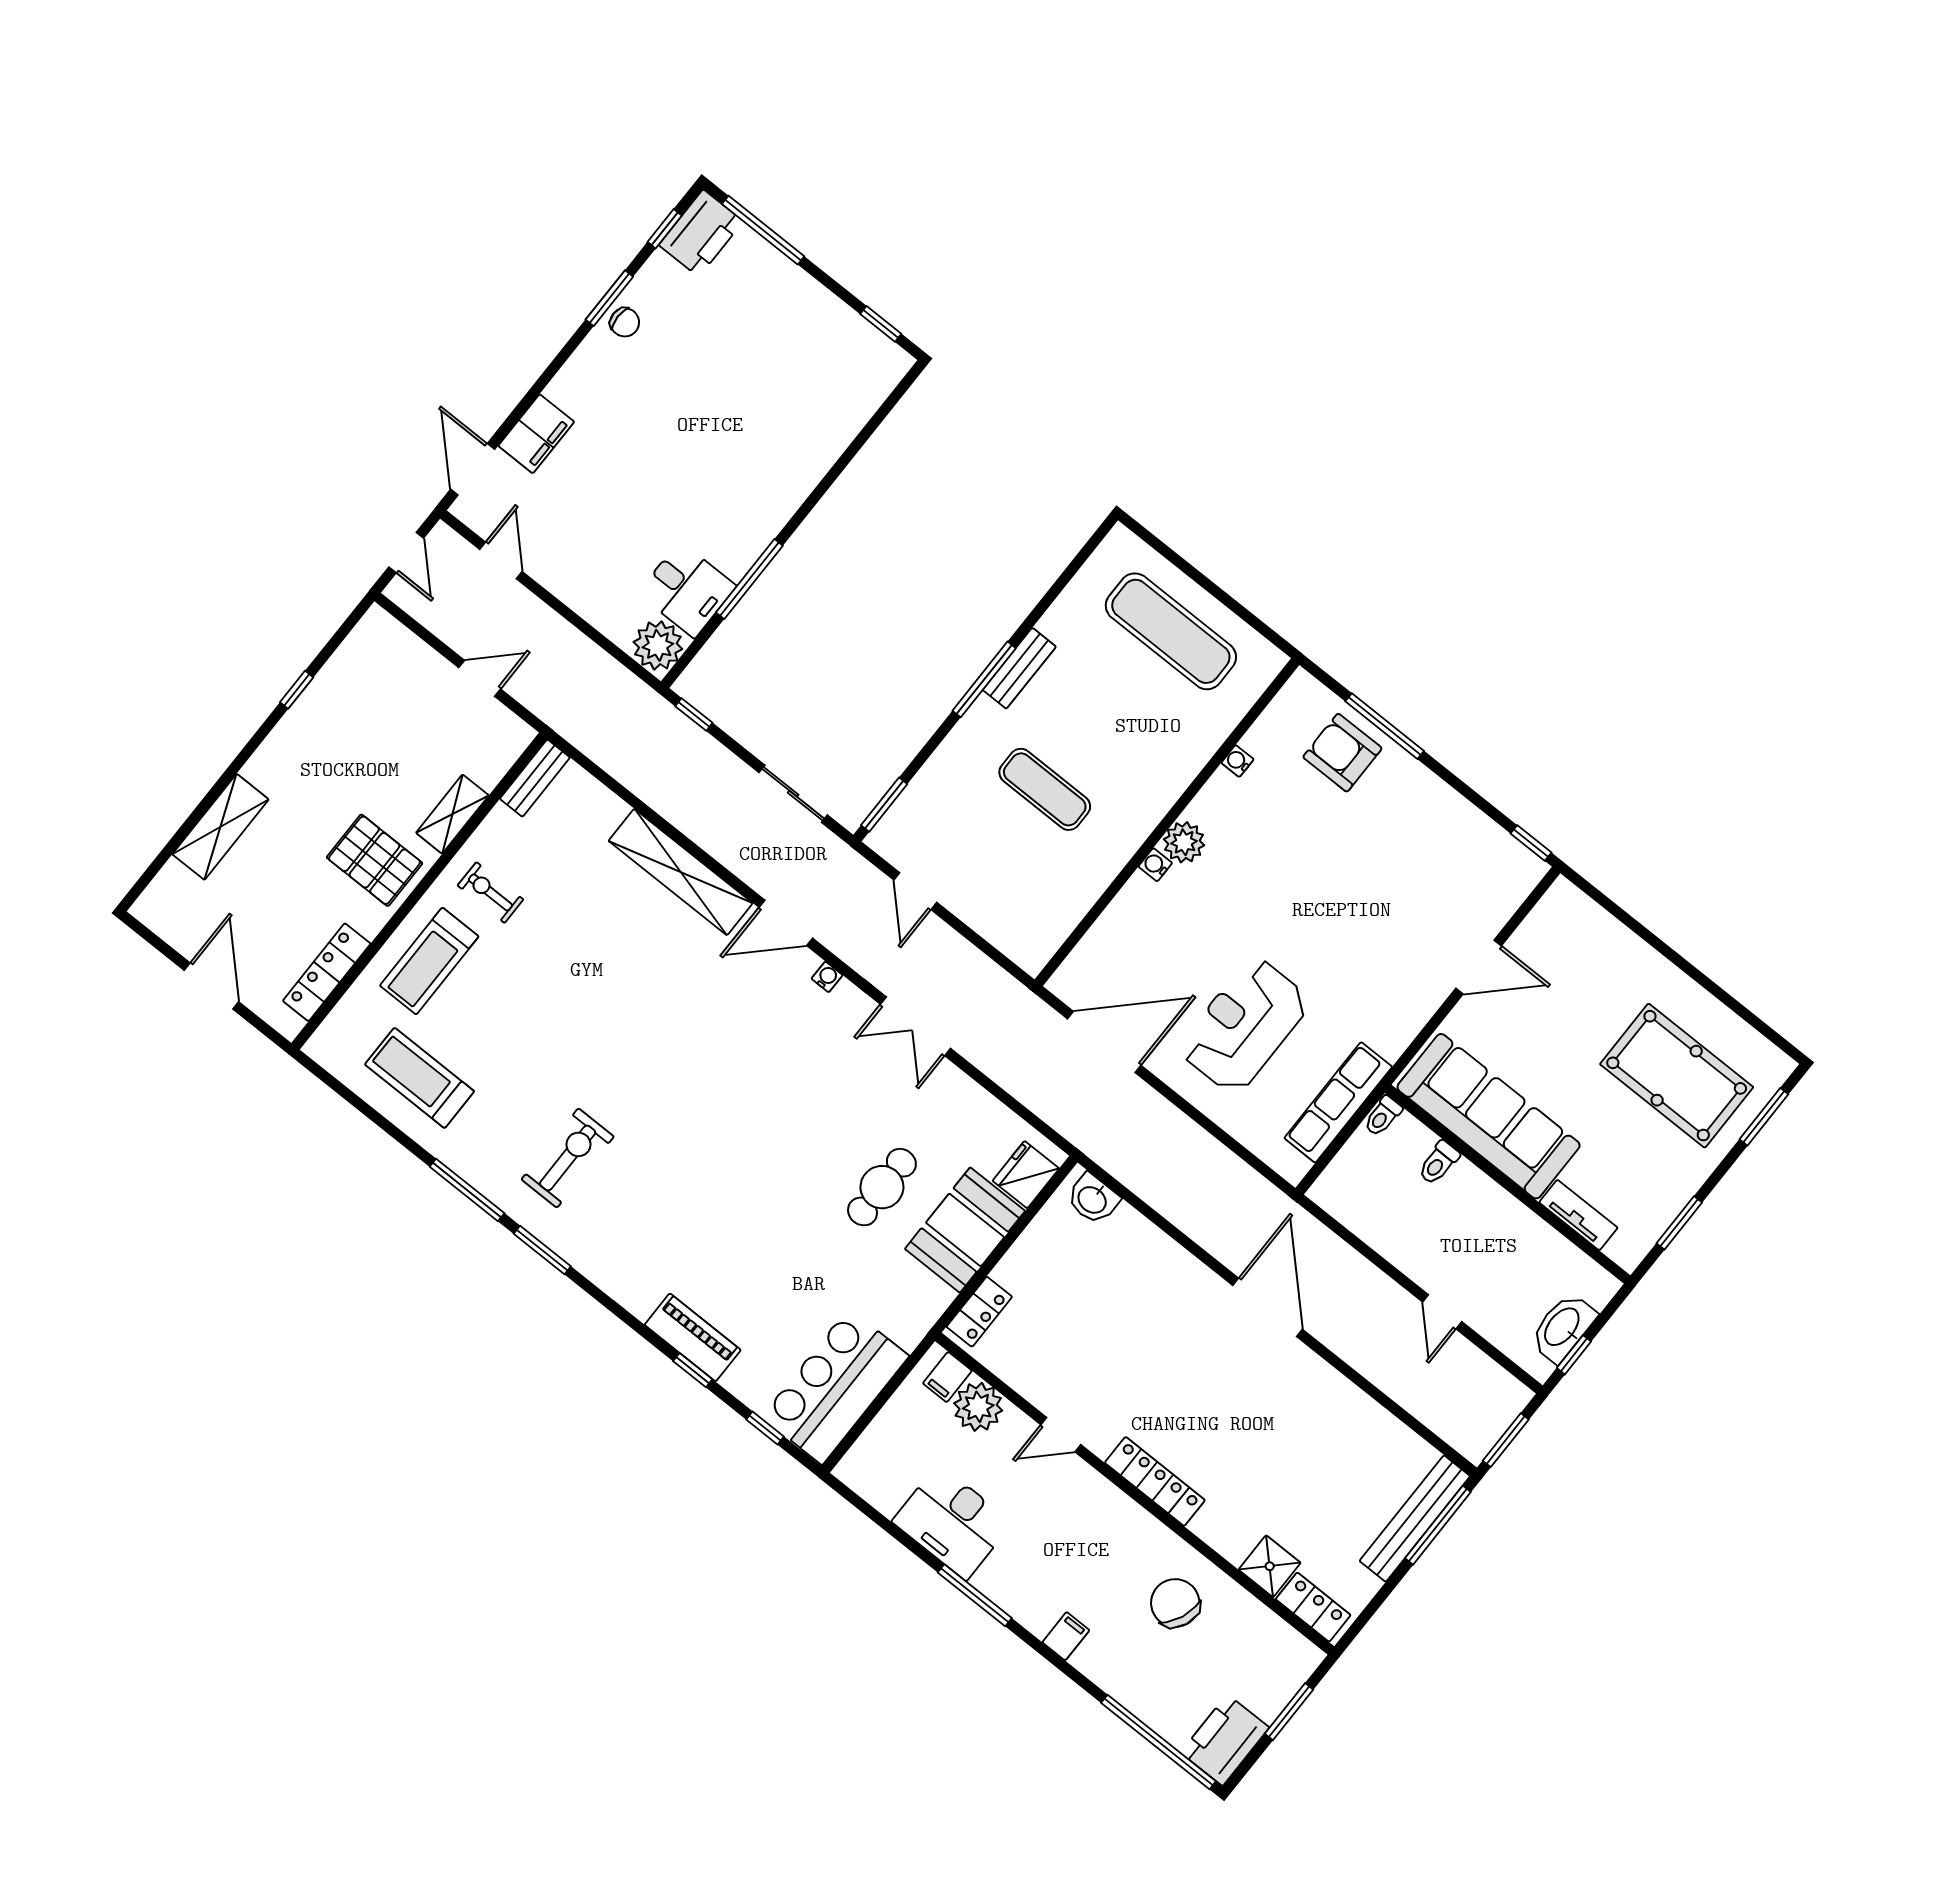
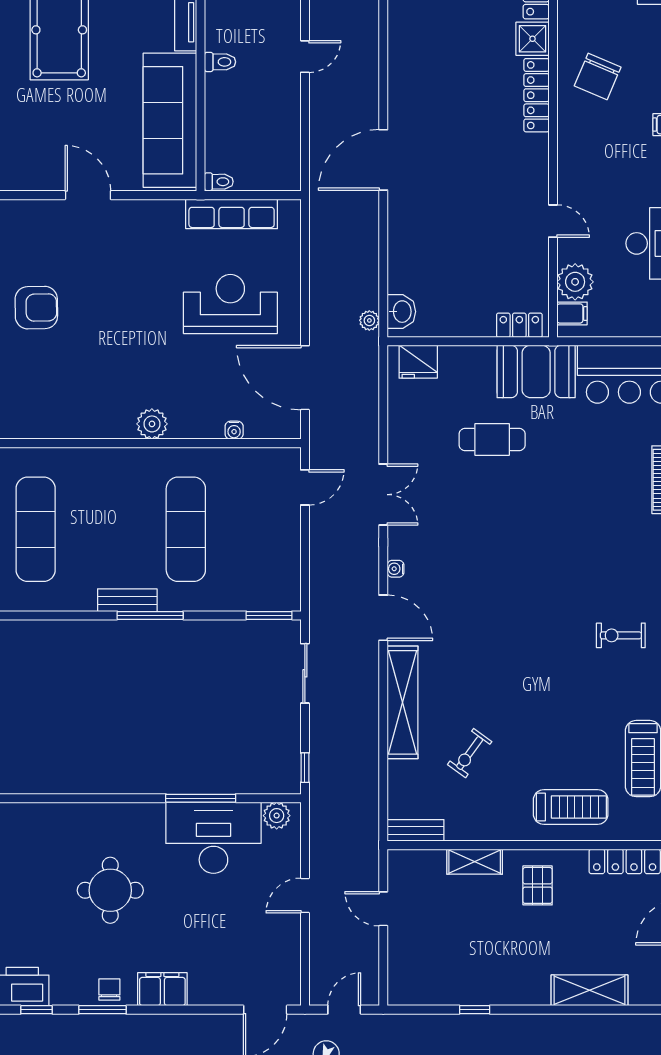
round table: (728, 407) -> (110, 890), added
filing cabinet: (536, 434) -> (162, 989), moved
door: (501, 561) -> (305, 895), moved
desk: (687, 590) -> (213, 838), width x1.87, depth x1.30
plant: (658, 645) -> (277, 816), width x0.73, depth x0.73
armchair: (1342, 753) -> (36, 308), moved, turned -91
water cooler: (1238, 761) -> (80, 431), removed
exercise mat: (1045, 789) -> (186, 529), width x1.36, depth x1.45
pallet: (374, 860) -> (538, 885), width x0.67, depth x0.71
water cooler: (1155, 865) -> (234, 430), moved
door: (915, 891) -> (305, 487), moved
exercise bike: (490, 892) -> (470, 753), moved, turned 36
reception desk: (1244, 1025) -> (230, 304), turned 180
exercise bike: (568, 1158) -> (621, 635), width x0.73, depth x0.72
plant: (1110, 1158) -> (369, 320), added
toilet: (1439, 1163) -> (220, 62), moved
booth: (965, 1230) -> (536, 371), moved
locker: (1155, 1481) -> (536, 95), moved

